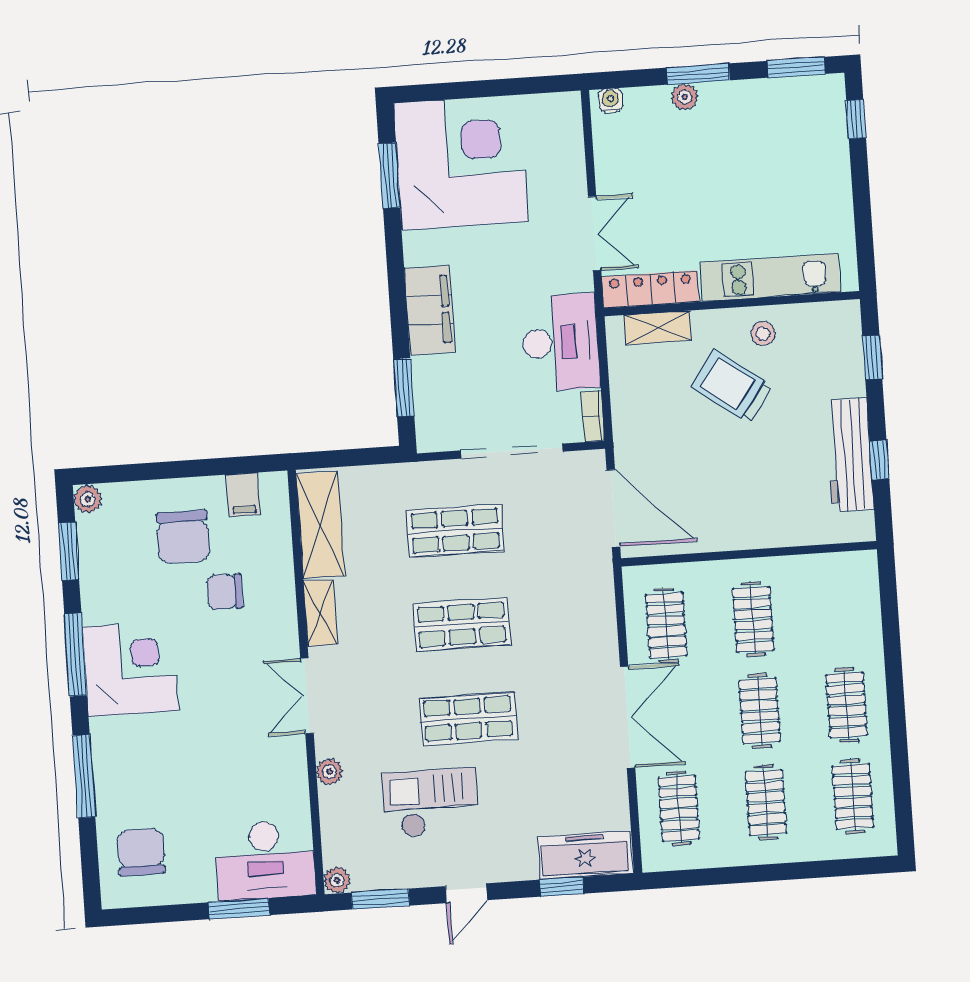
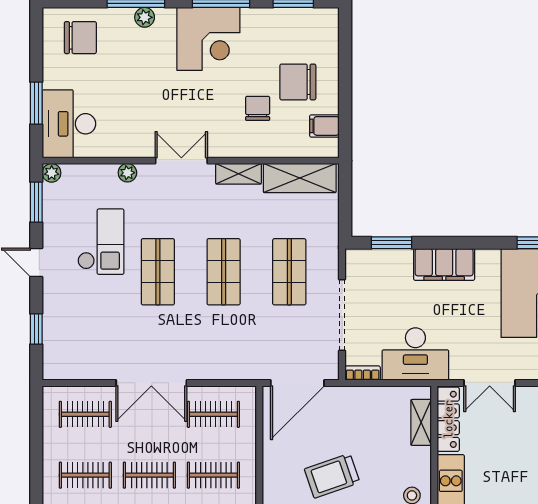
trolley: (732, 386) -> (332, 476), moved, turned -145
plant: (88, 499) -> (145, 17), moved
freezer: (585, 855) -> (57, 347), removed

